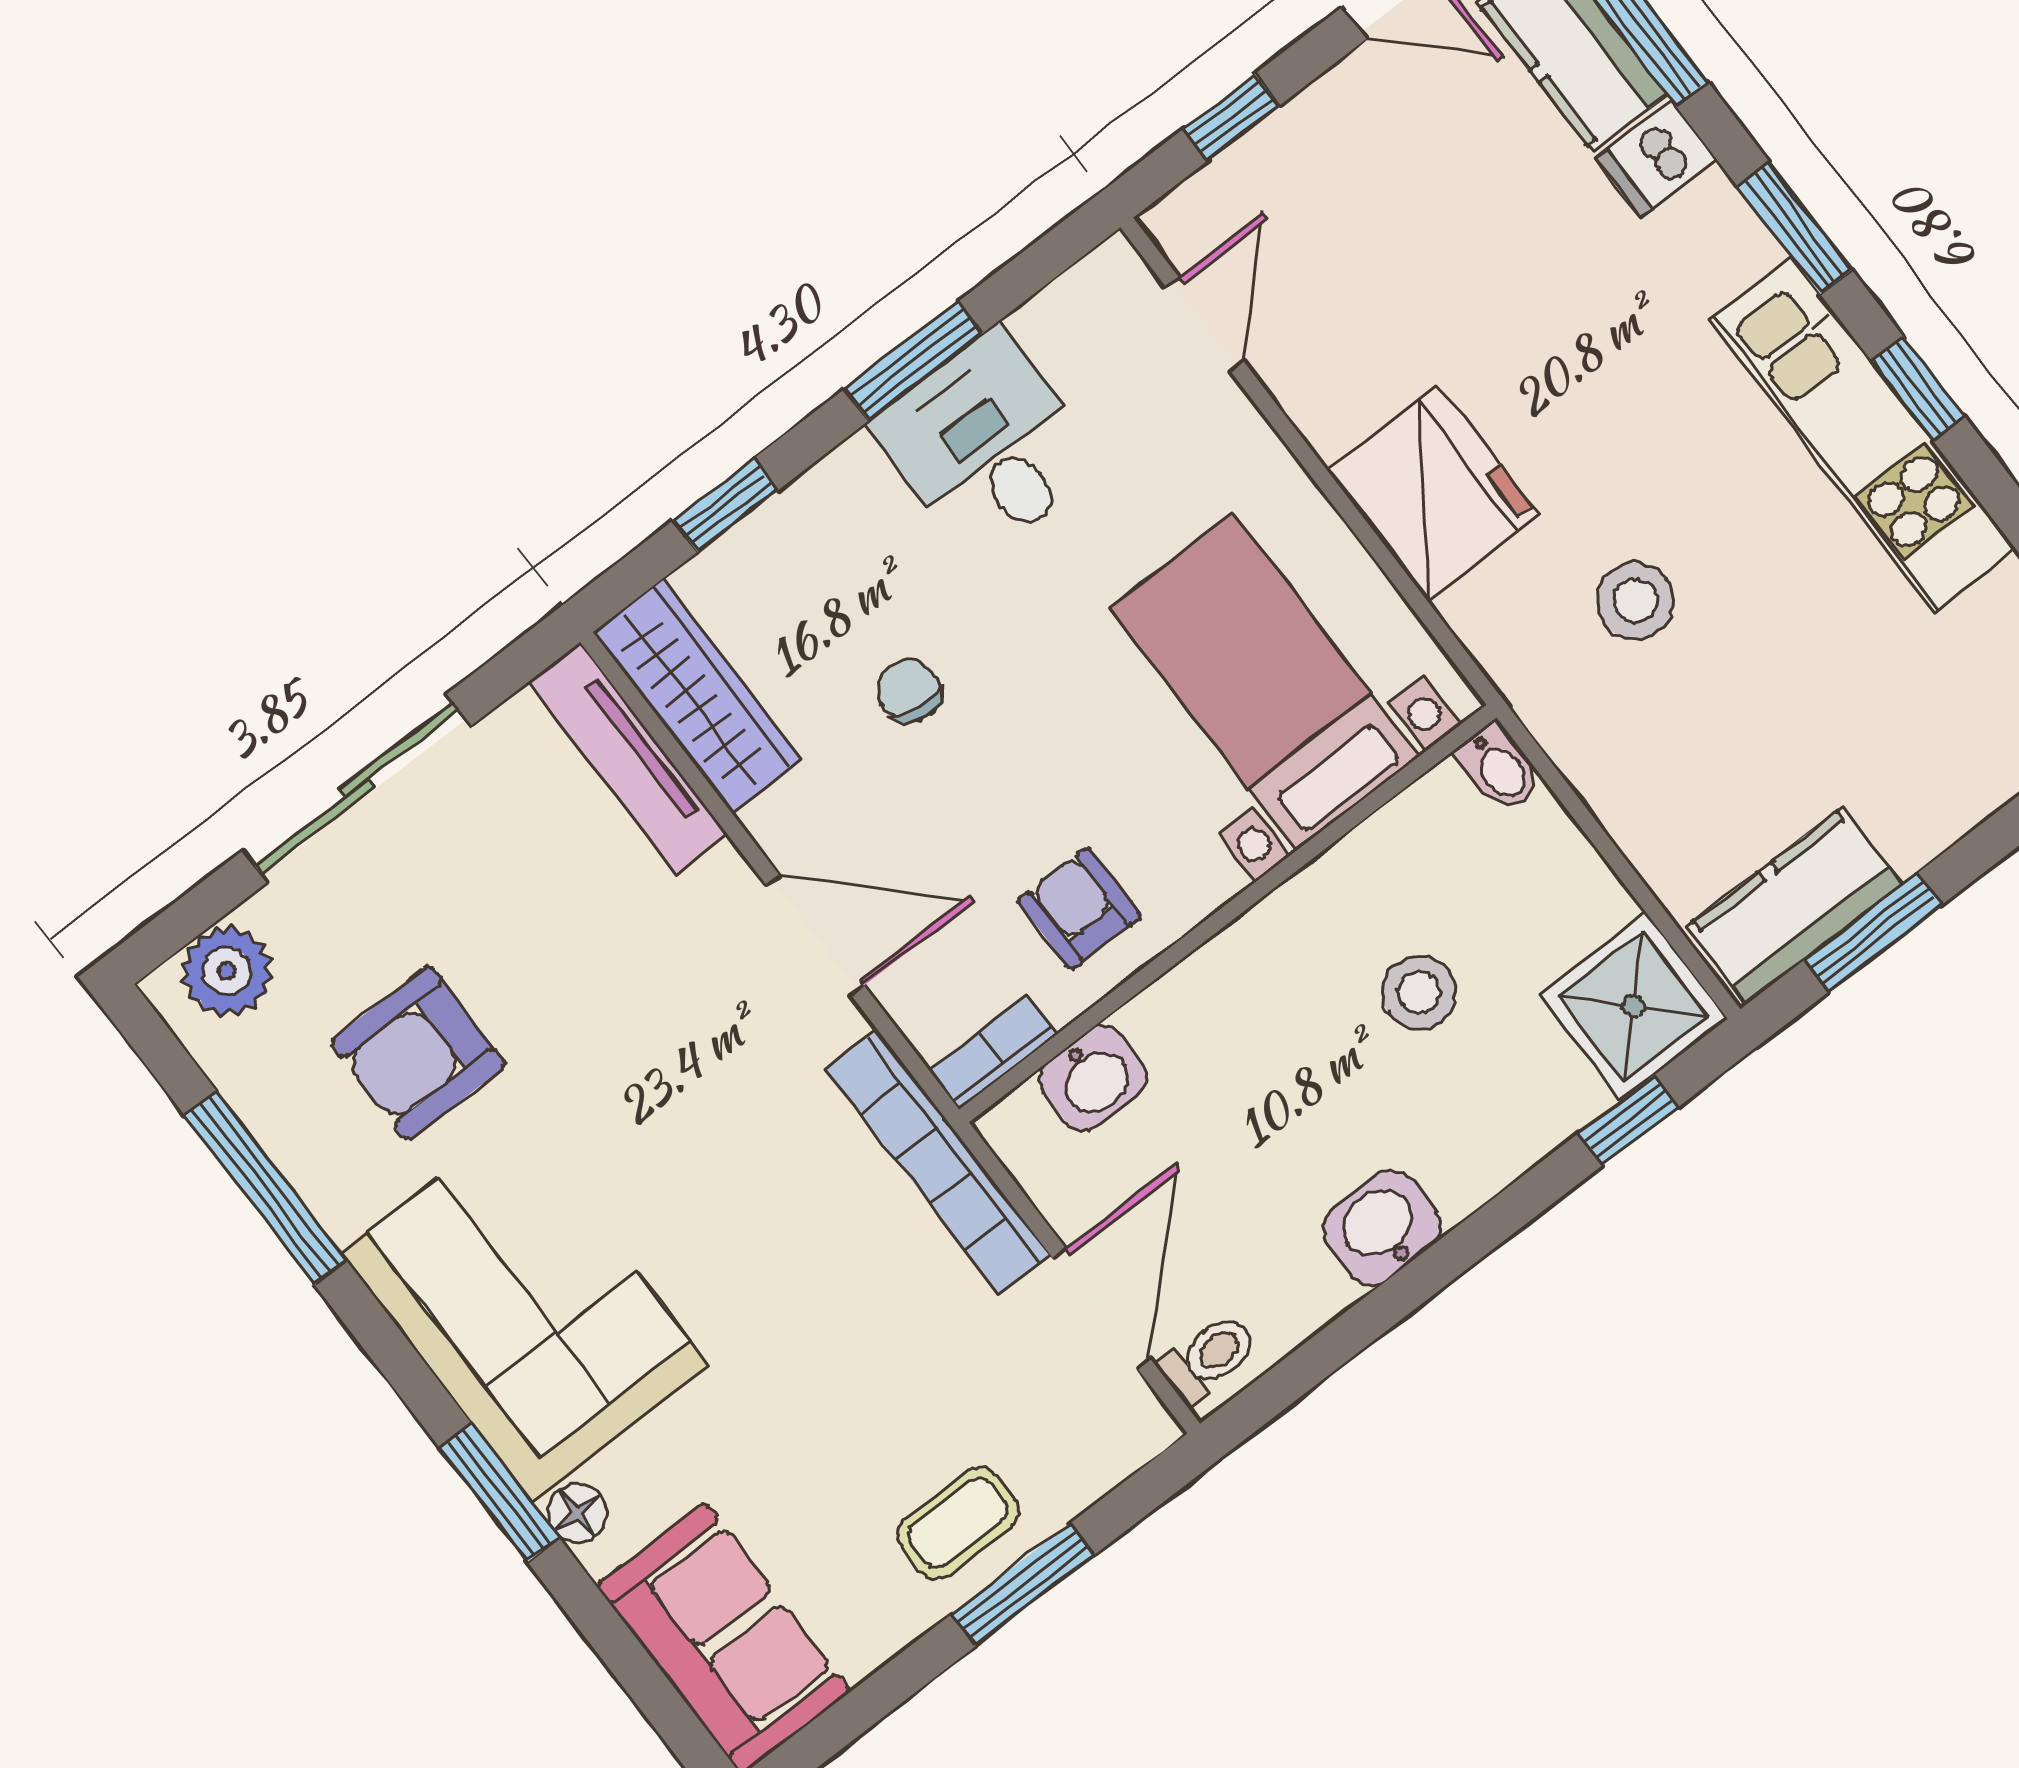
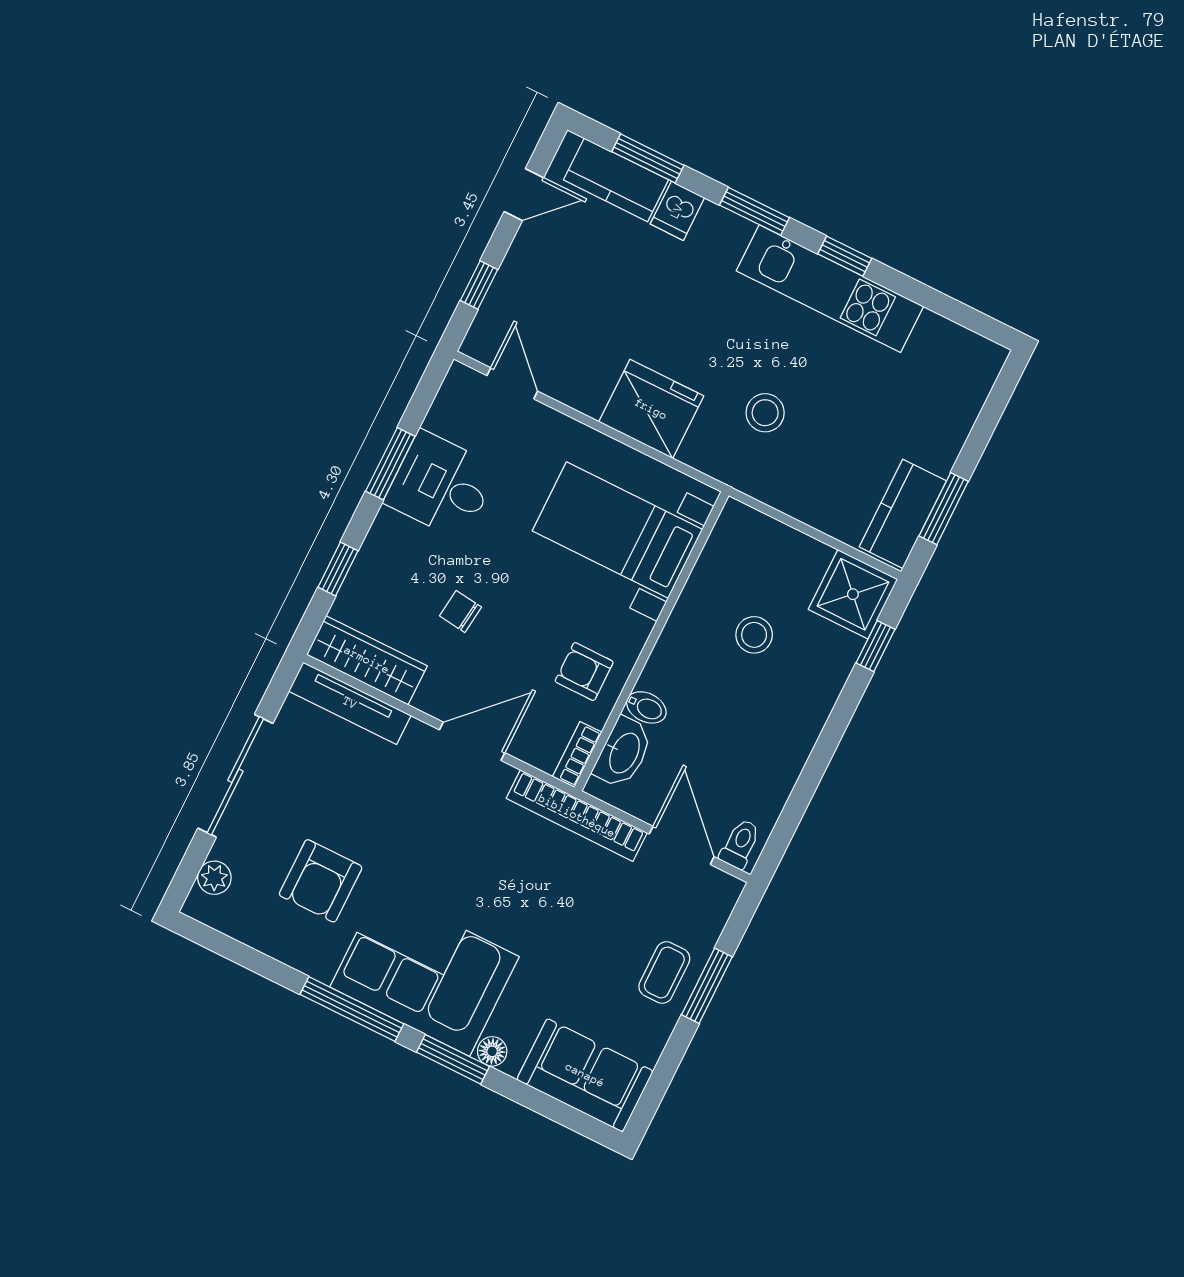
bidet: (1499, 768) -> (646, 707), moved
plant: (227, 971) -> (214, 878), width x0.73, depth x0.73
washbasin: (1093, 1078) -> (623, 753), width x1.38
window: (265, 1187) -> (352, 1009), moved
washbasin: (1382, 1227) -> (789, 748), removed

